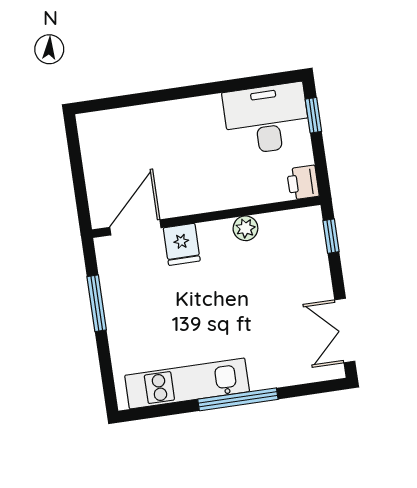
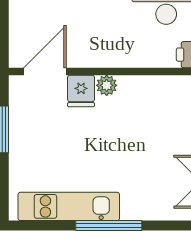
plant: (245, 228) -> (107, 85), moved

